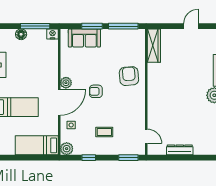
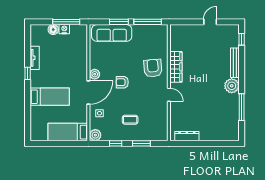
nightstand: (53, 34) -> (64, 29), moved
sofa: (84, 38) -> (112, 33), width x1.36
wardrobe: (154, 46) -> (176, 67), moved
door: (146, 136) -> (169, 95), moved
dresser: (180, 150) -> (187, 136), moved
window: (128, 158) -> (141, 143), moved

